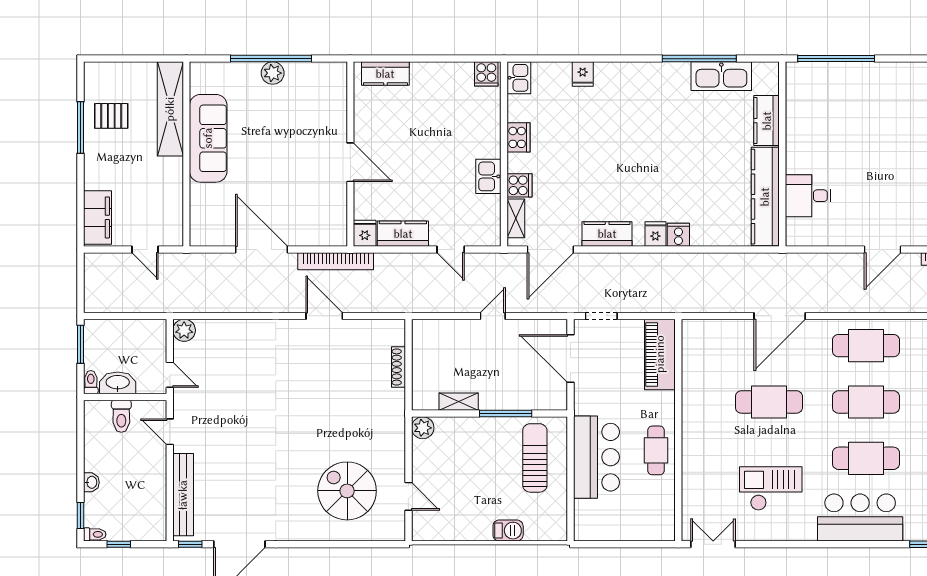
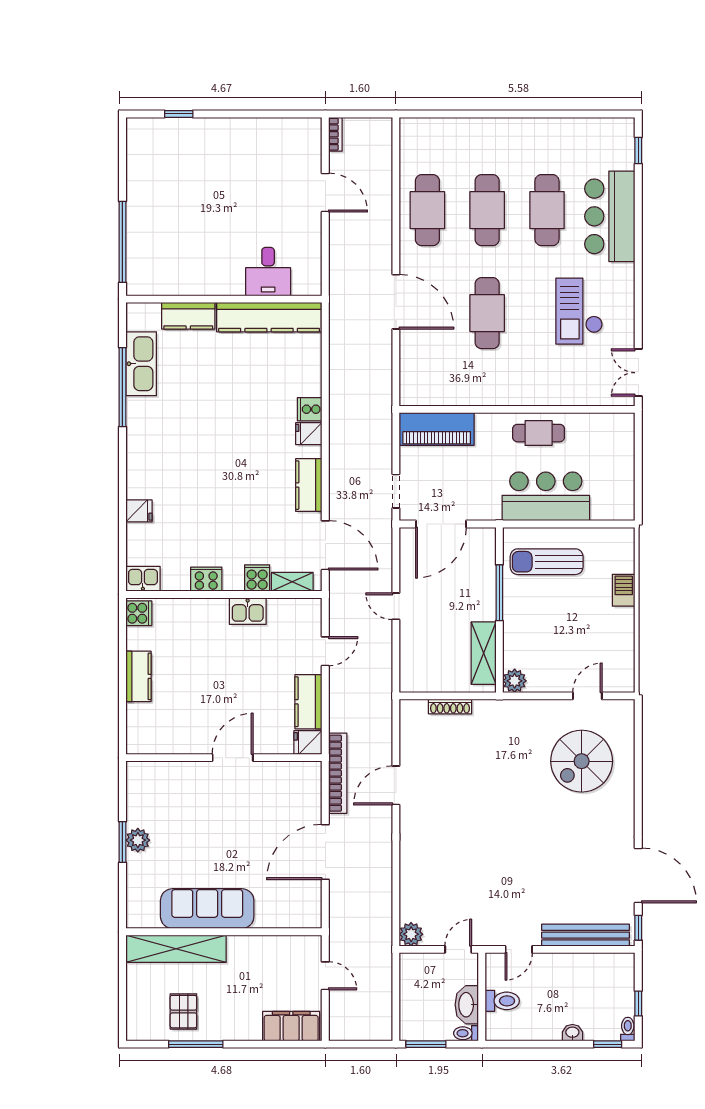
window: (271, 59) -> (122, 842), width x0.47
kitchen counter: (385, 74) -> (138, 676), moved
door: (145, 250) -> (325, 976), hinge flipped
shelving: (459, 402) -> (484, 653), width x1.50, depth x1.33

